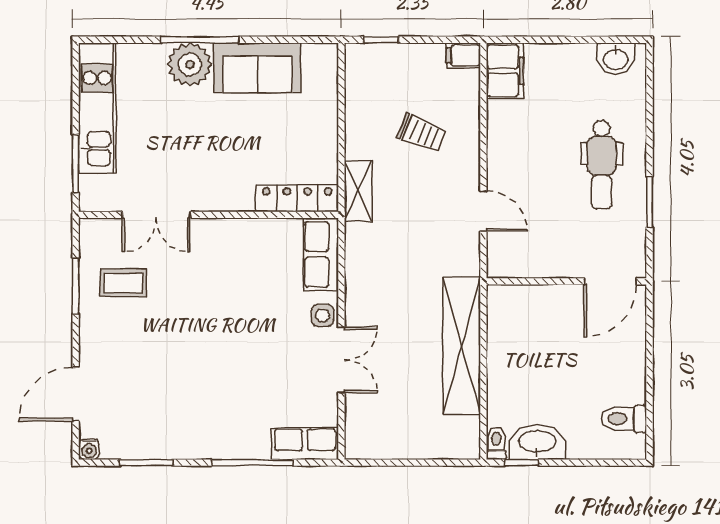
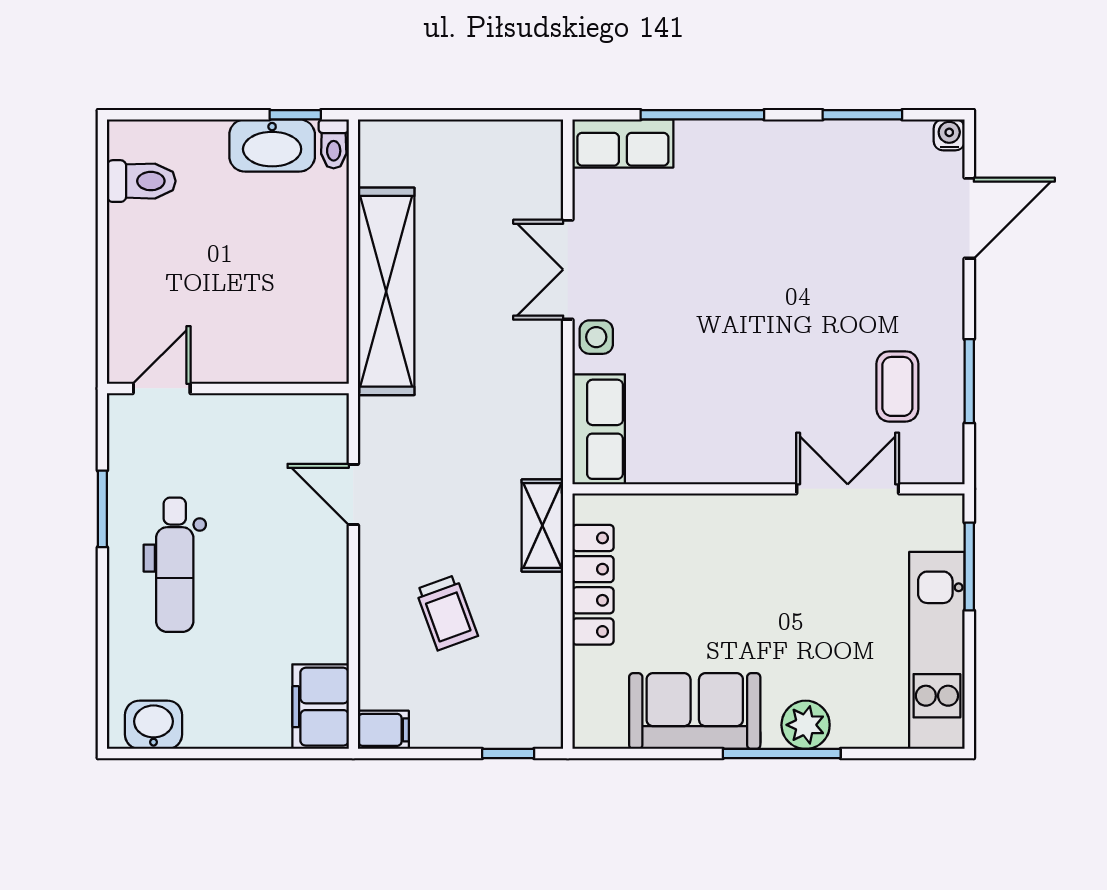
plant: (190, 65) -> (806, 725), width x0.73, depth x0.73
trolley: (422, 133) -> (447, 613), turned -132
dental chair: (602, 165) -> (175, 565), turned 180
locker: (297, 198) -> (593, 585), moved, turned -90
door: (610, 281) -> (162, 388), width x0.73
coffee table: (123, 283) -> (897, 386), turned 90

